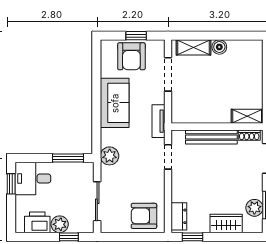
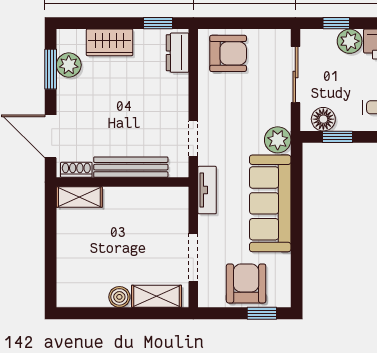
window: (136, 36) -> (262, 313), moved
sofa: (115, 103) -> (270, 203), width x1.36
window: (68, 158) -> (338, 137), width x0.67
floor lamp: (78, 170) -> (323, 119), added

